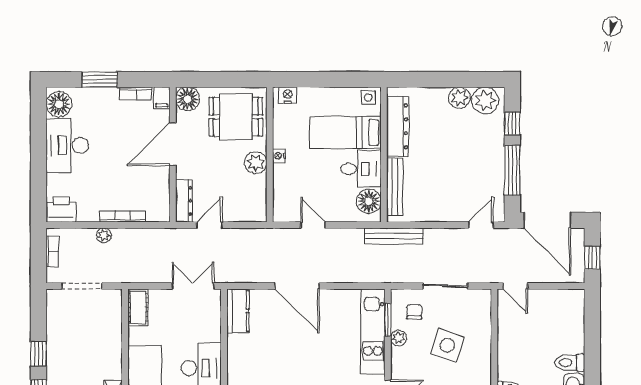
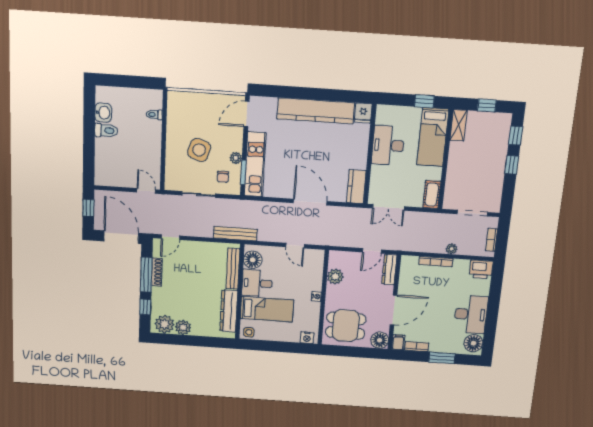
plant: (256, 163) -> (335, 277), moved
shoe rack: (498, 175) -> (157, 272), added

